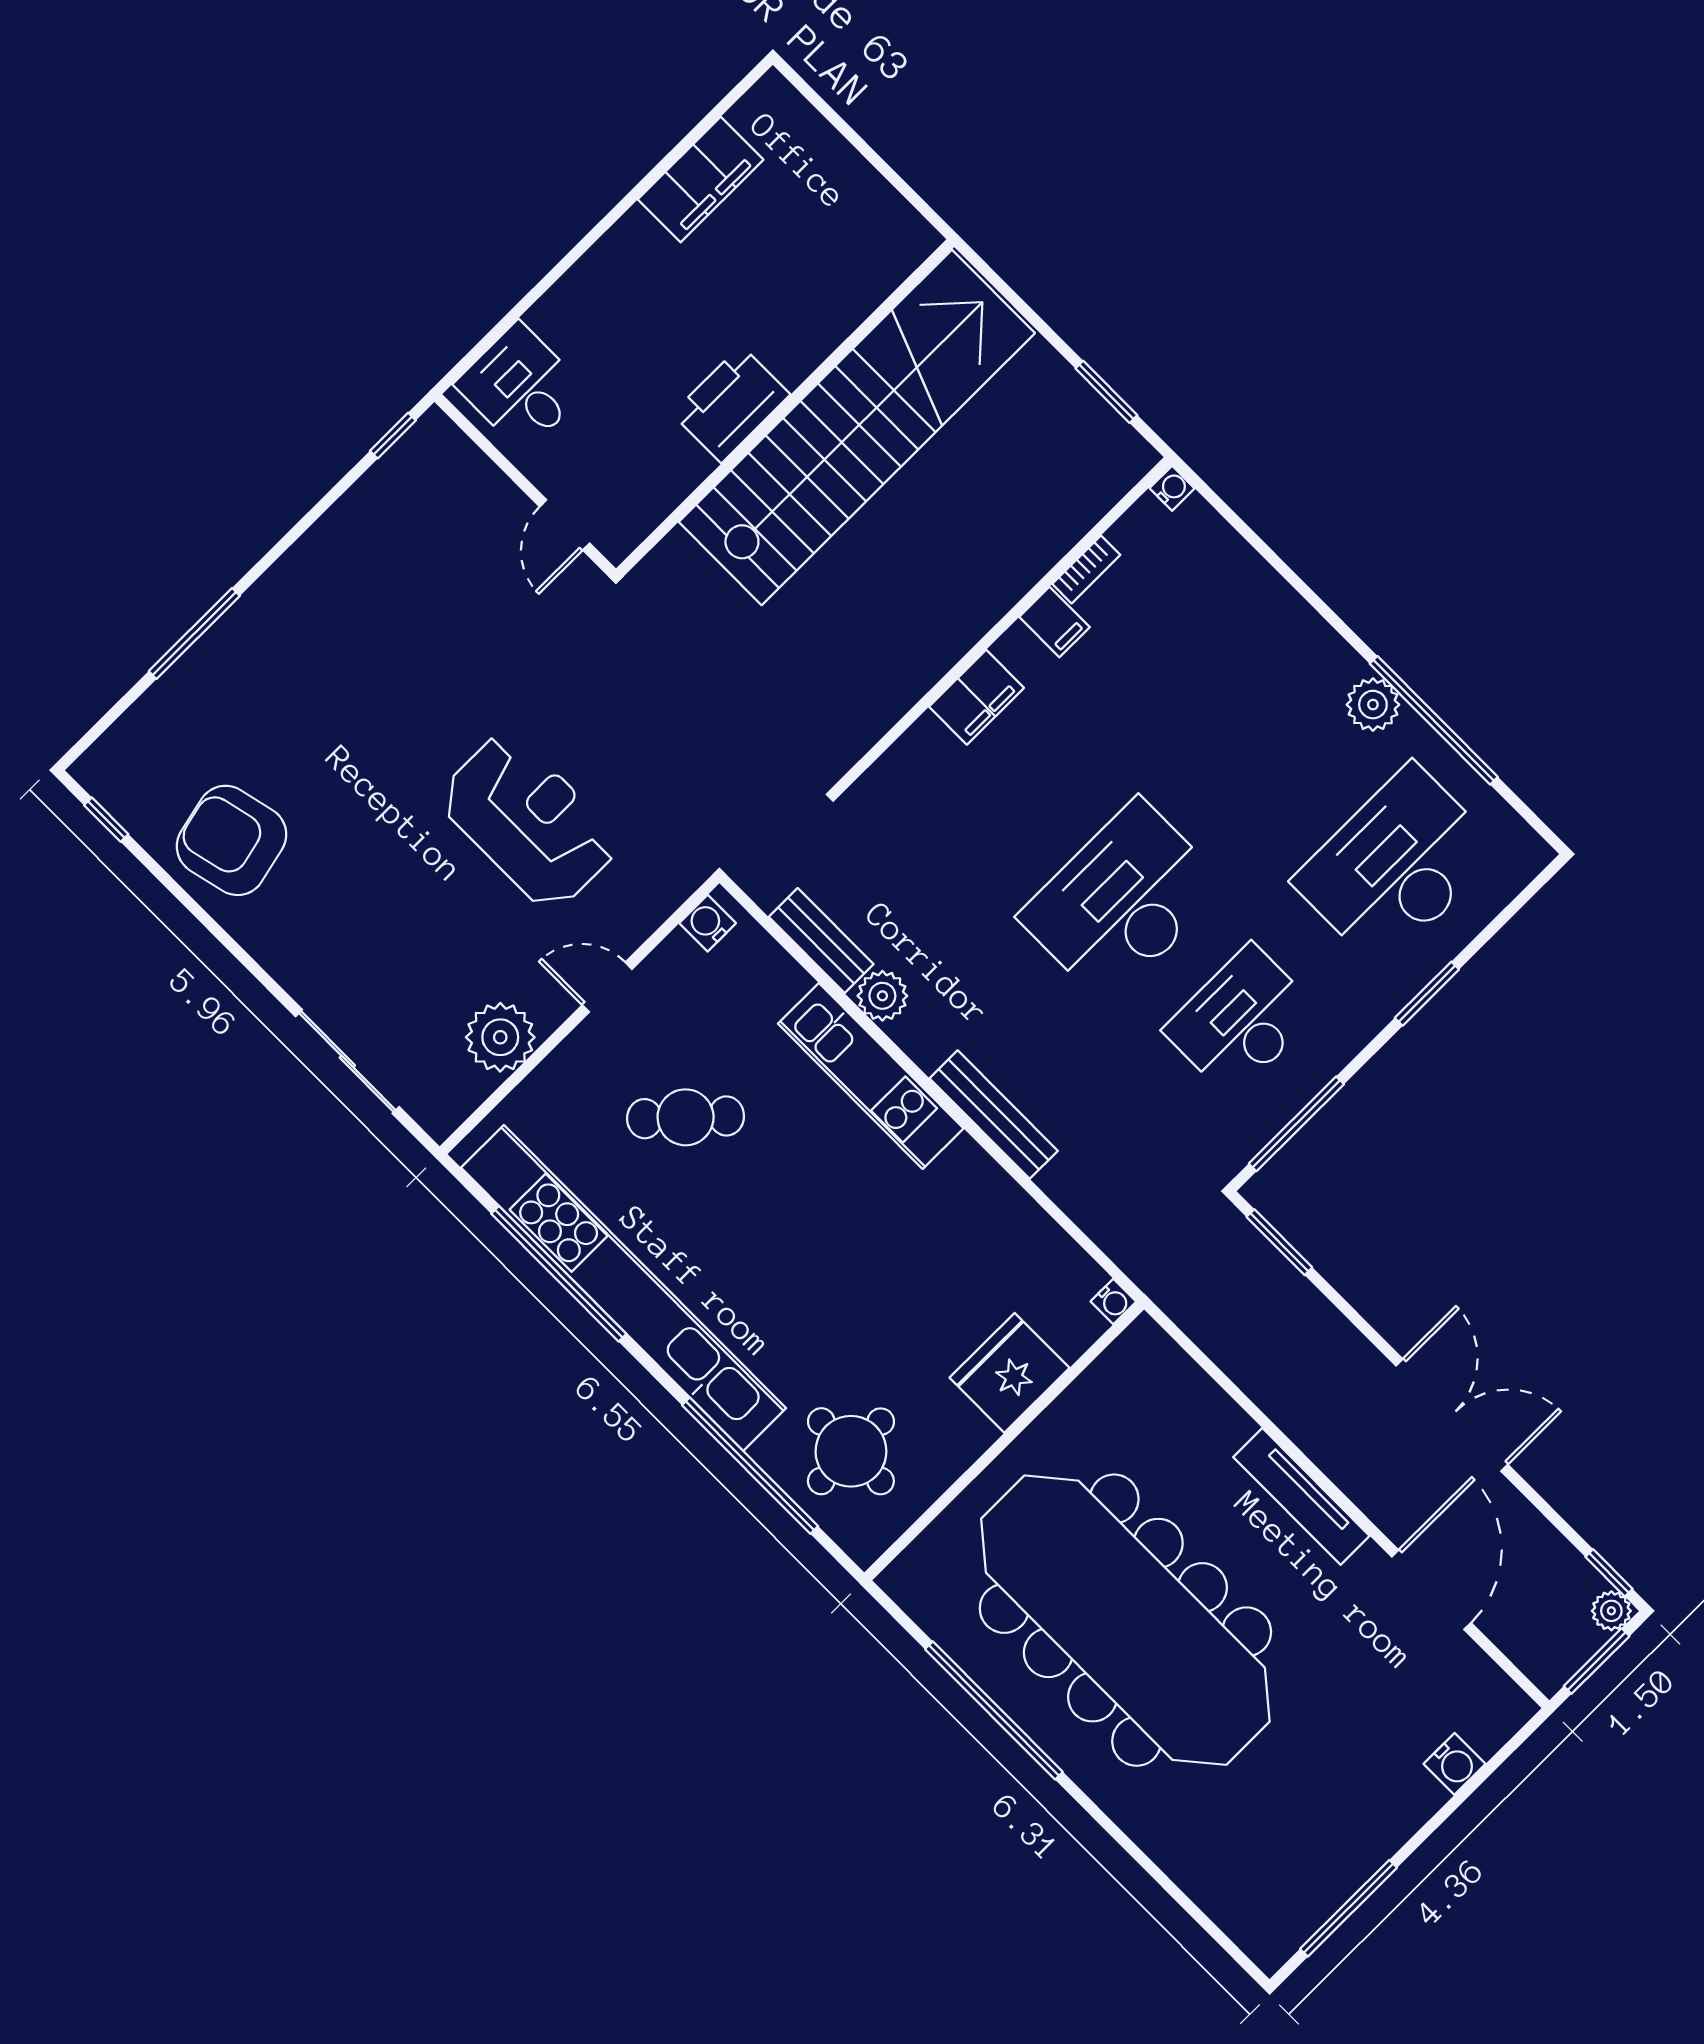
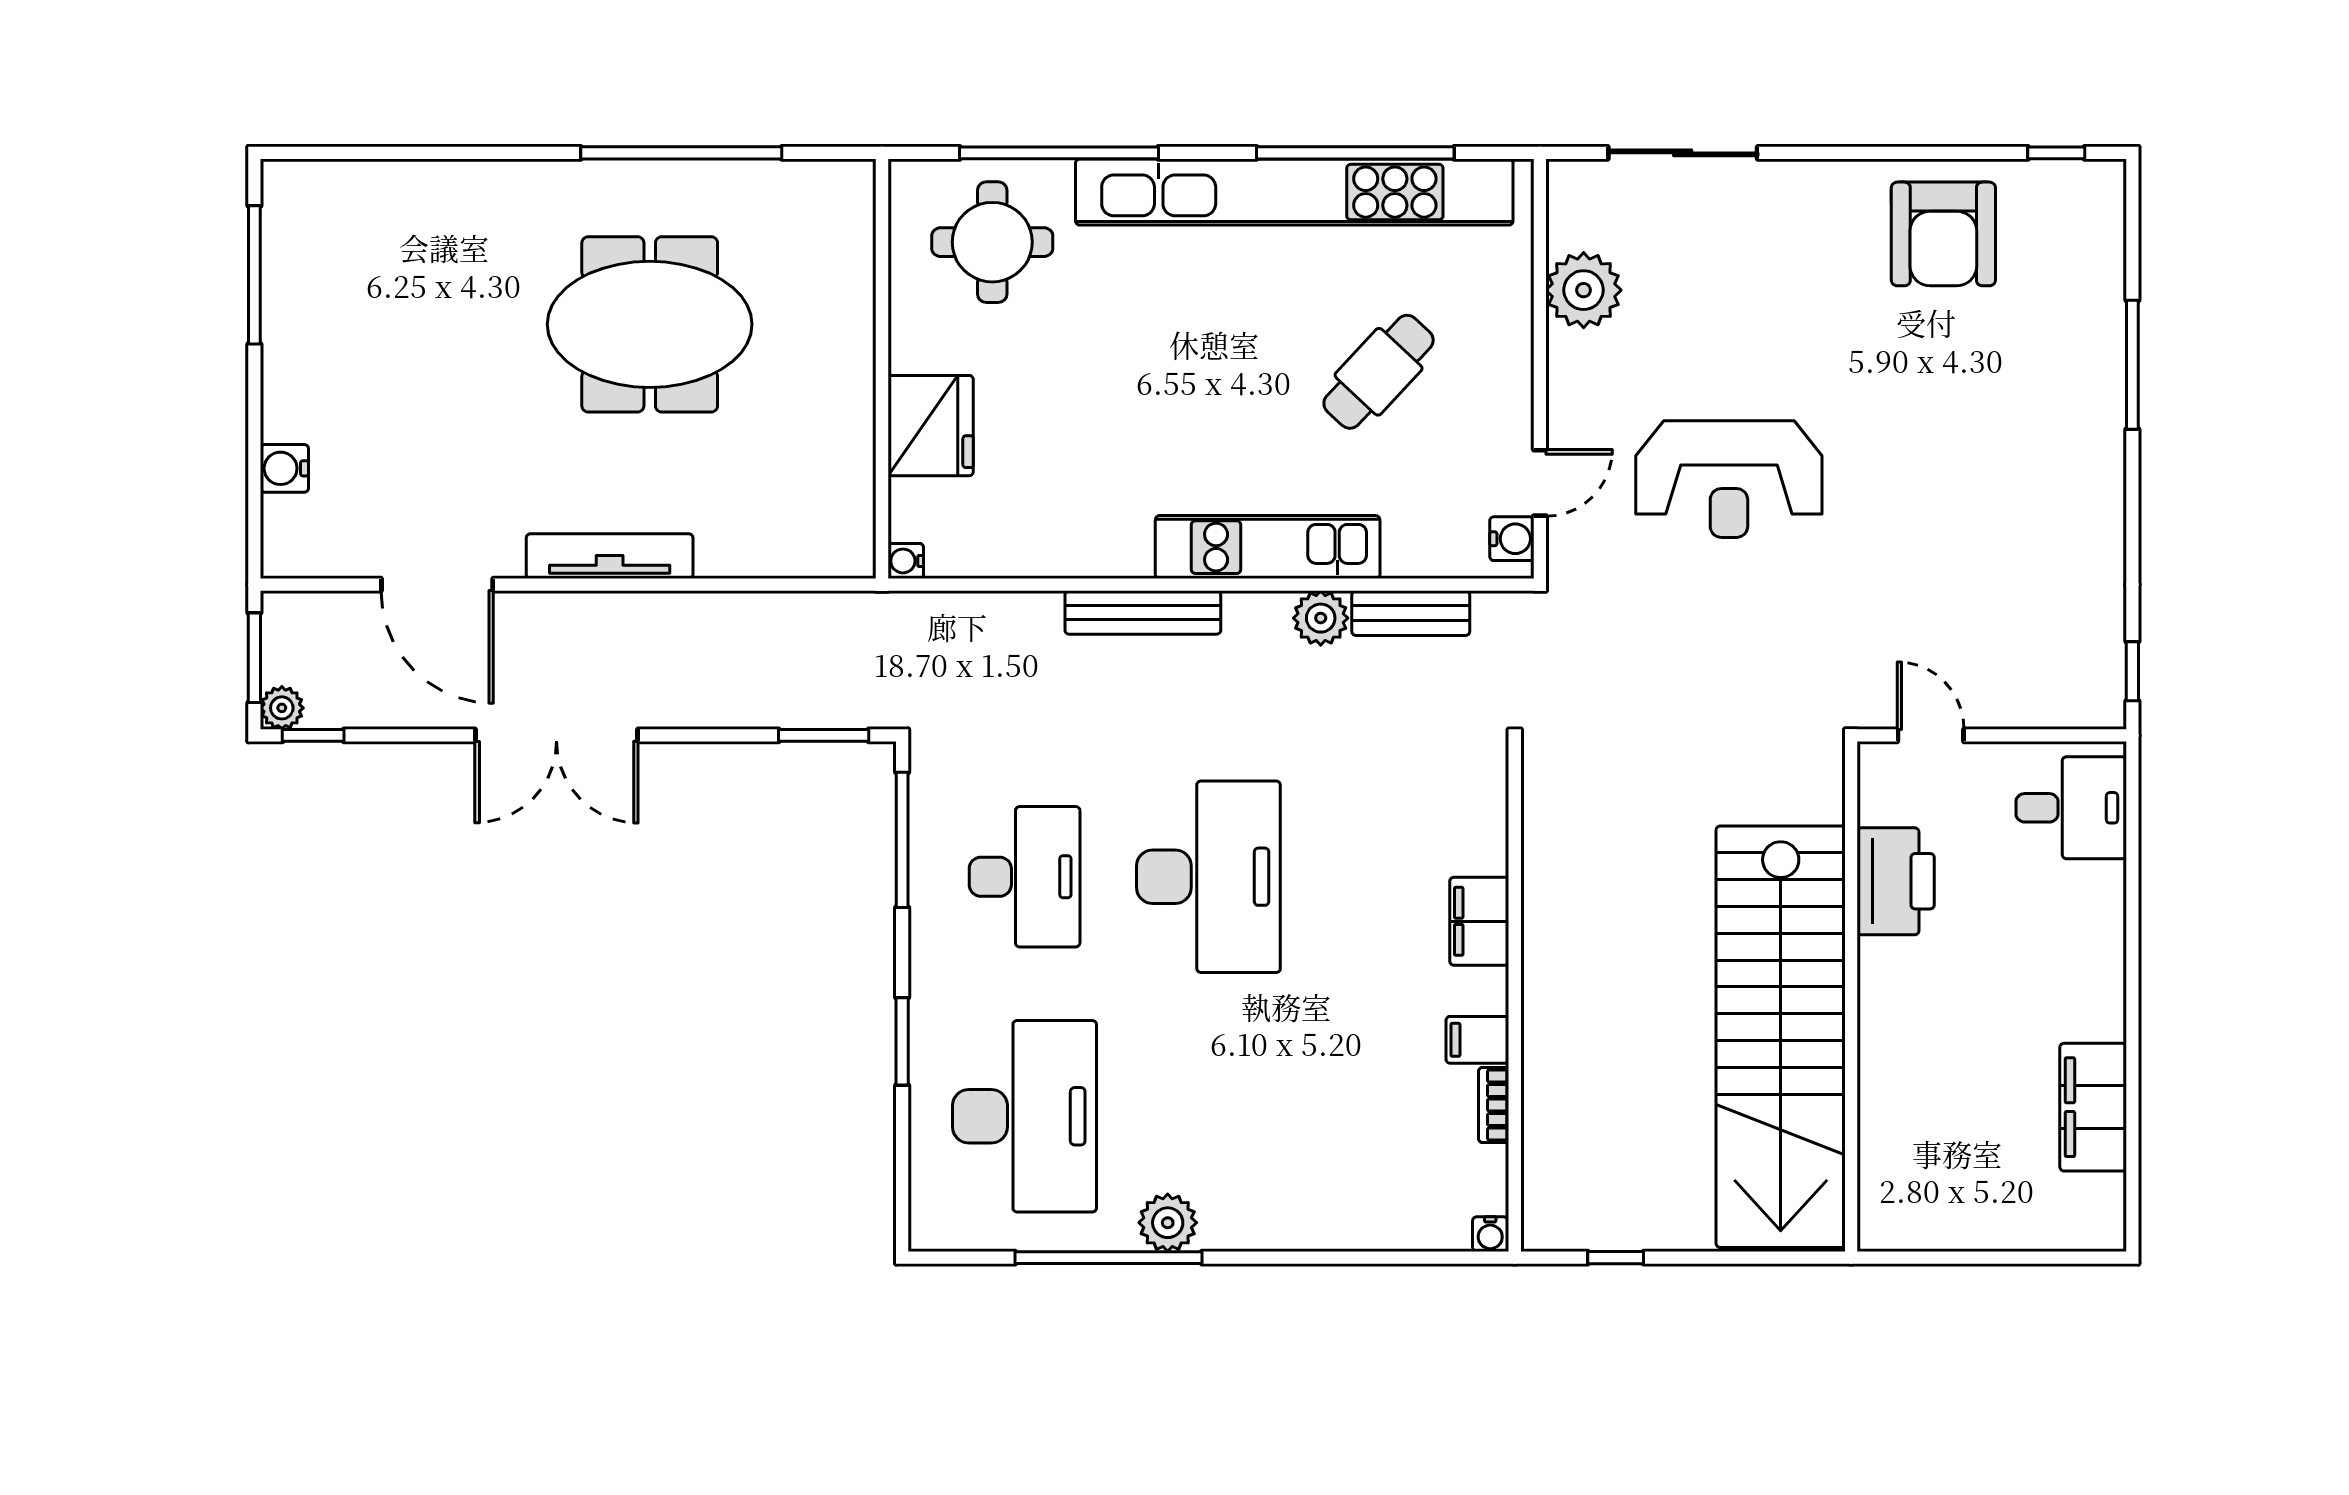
window: (1106, 392) -> (1616, 1258), width x0.67
printer: (731, 404) -> (1896, 881), moved
armchair: (232, 840) -> (1943, 234), turned 103
door: (607, 987) -> (1540, 483), moved
meeting table: (1125, 1620) -> (650, 324), width x0.54, depth x0.79

